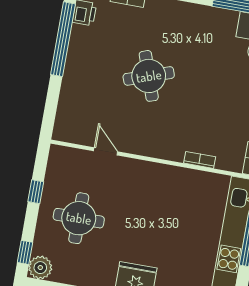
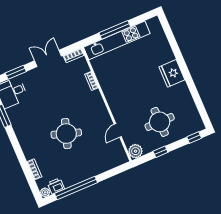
round table: (149, 76) -> (66, 134), turned 37
plant: (40, 268) -> (135, 151), moved

